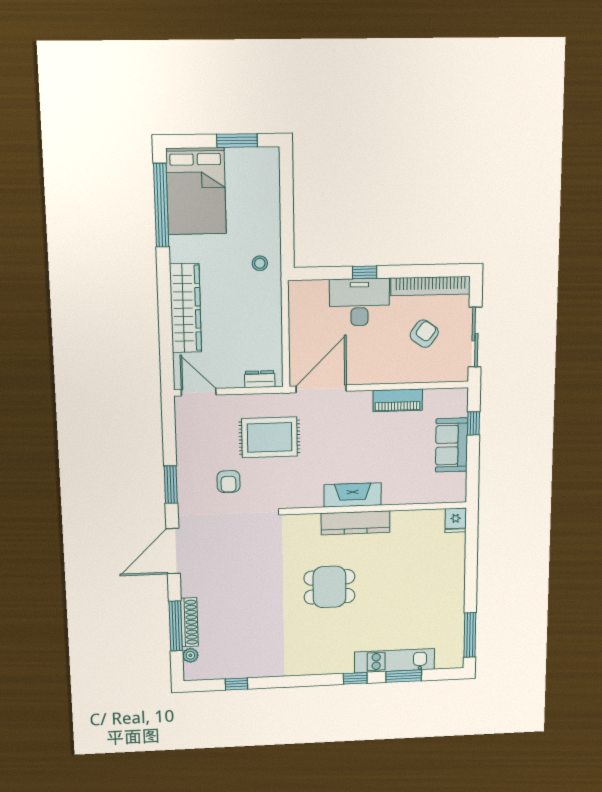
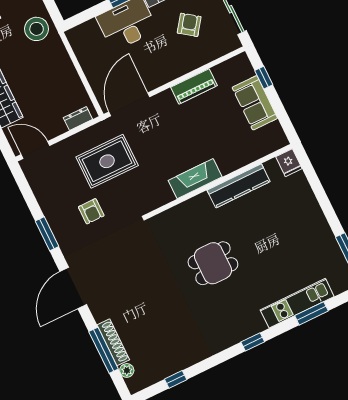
stool: (260, 263) -> (37, 29), width x1.89, depth x1.89
kitchen counter: (355, 523) -> (239, 186), moved
window: (355, 678) -> (253, 342), moved

